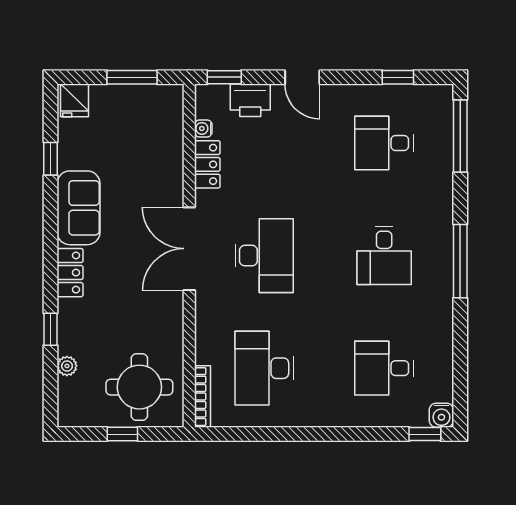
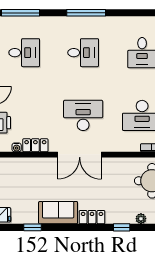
desk: (384, 143) -> (24, 53), turned -90

